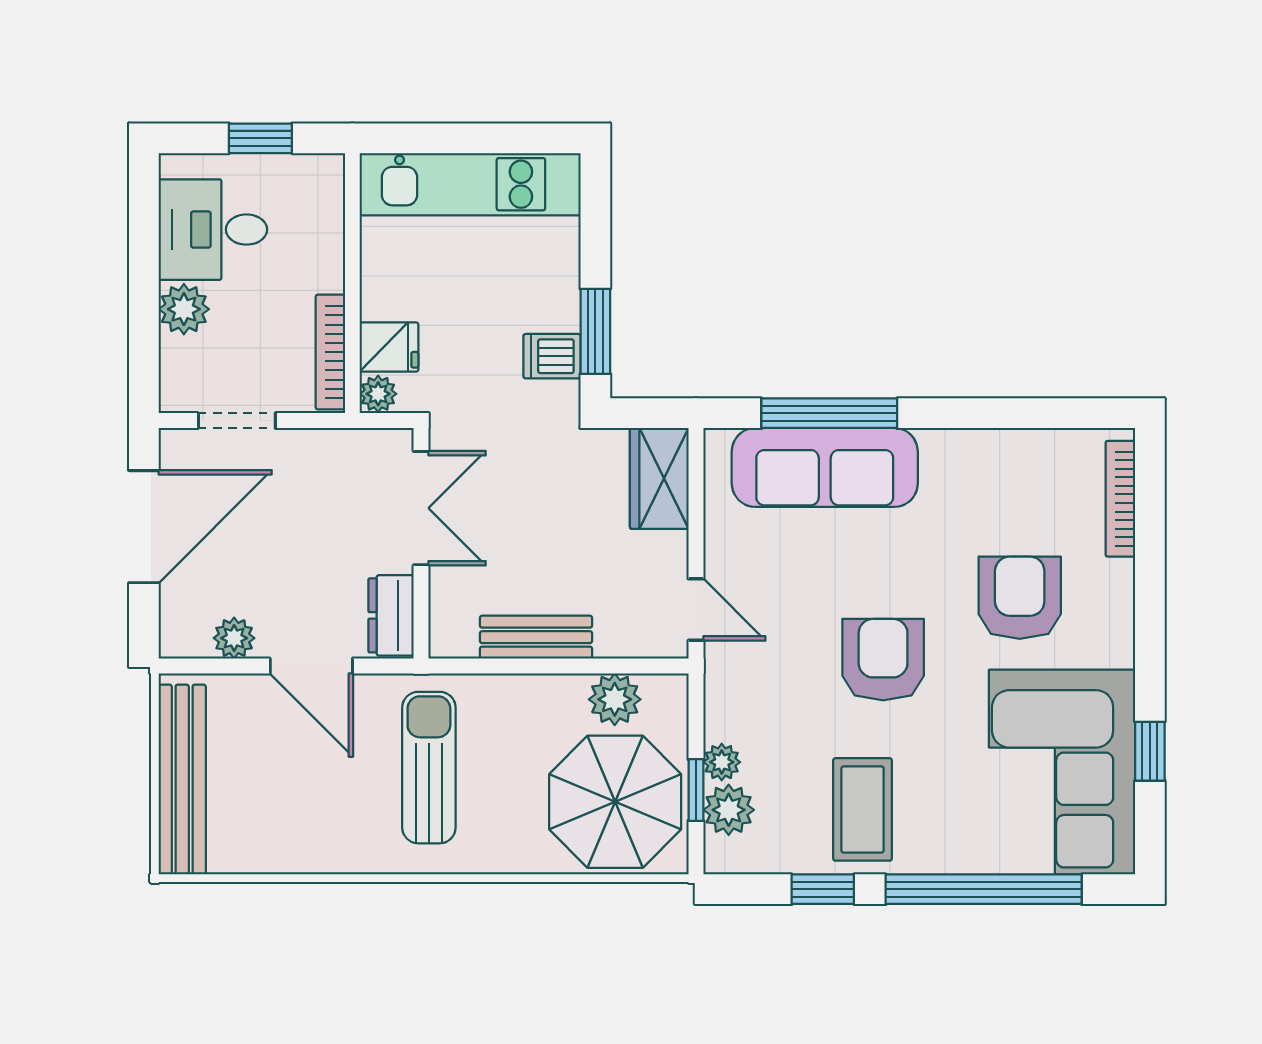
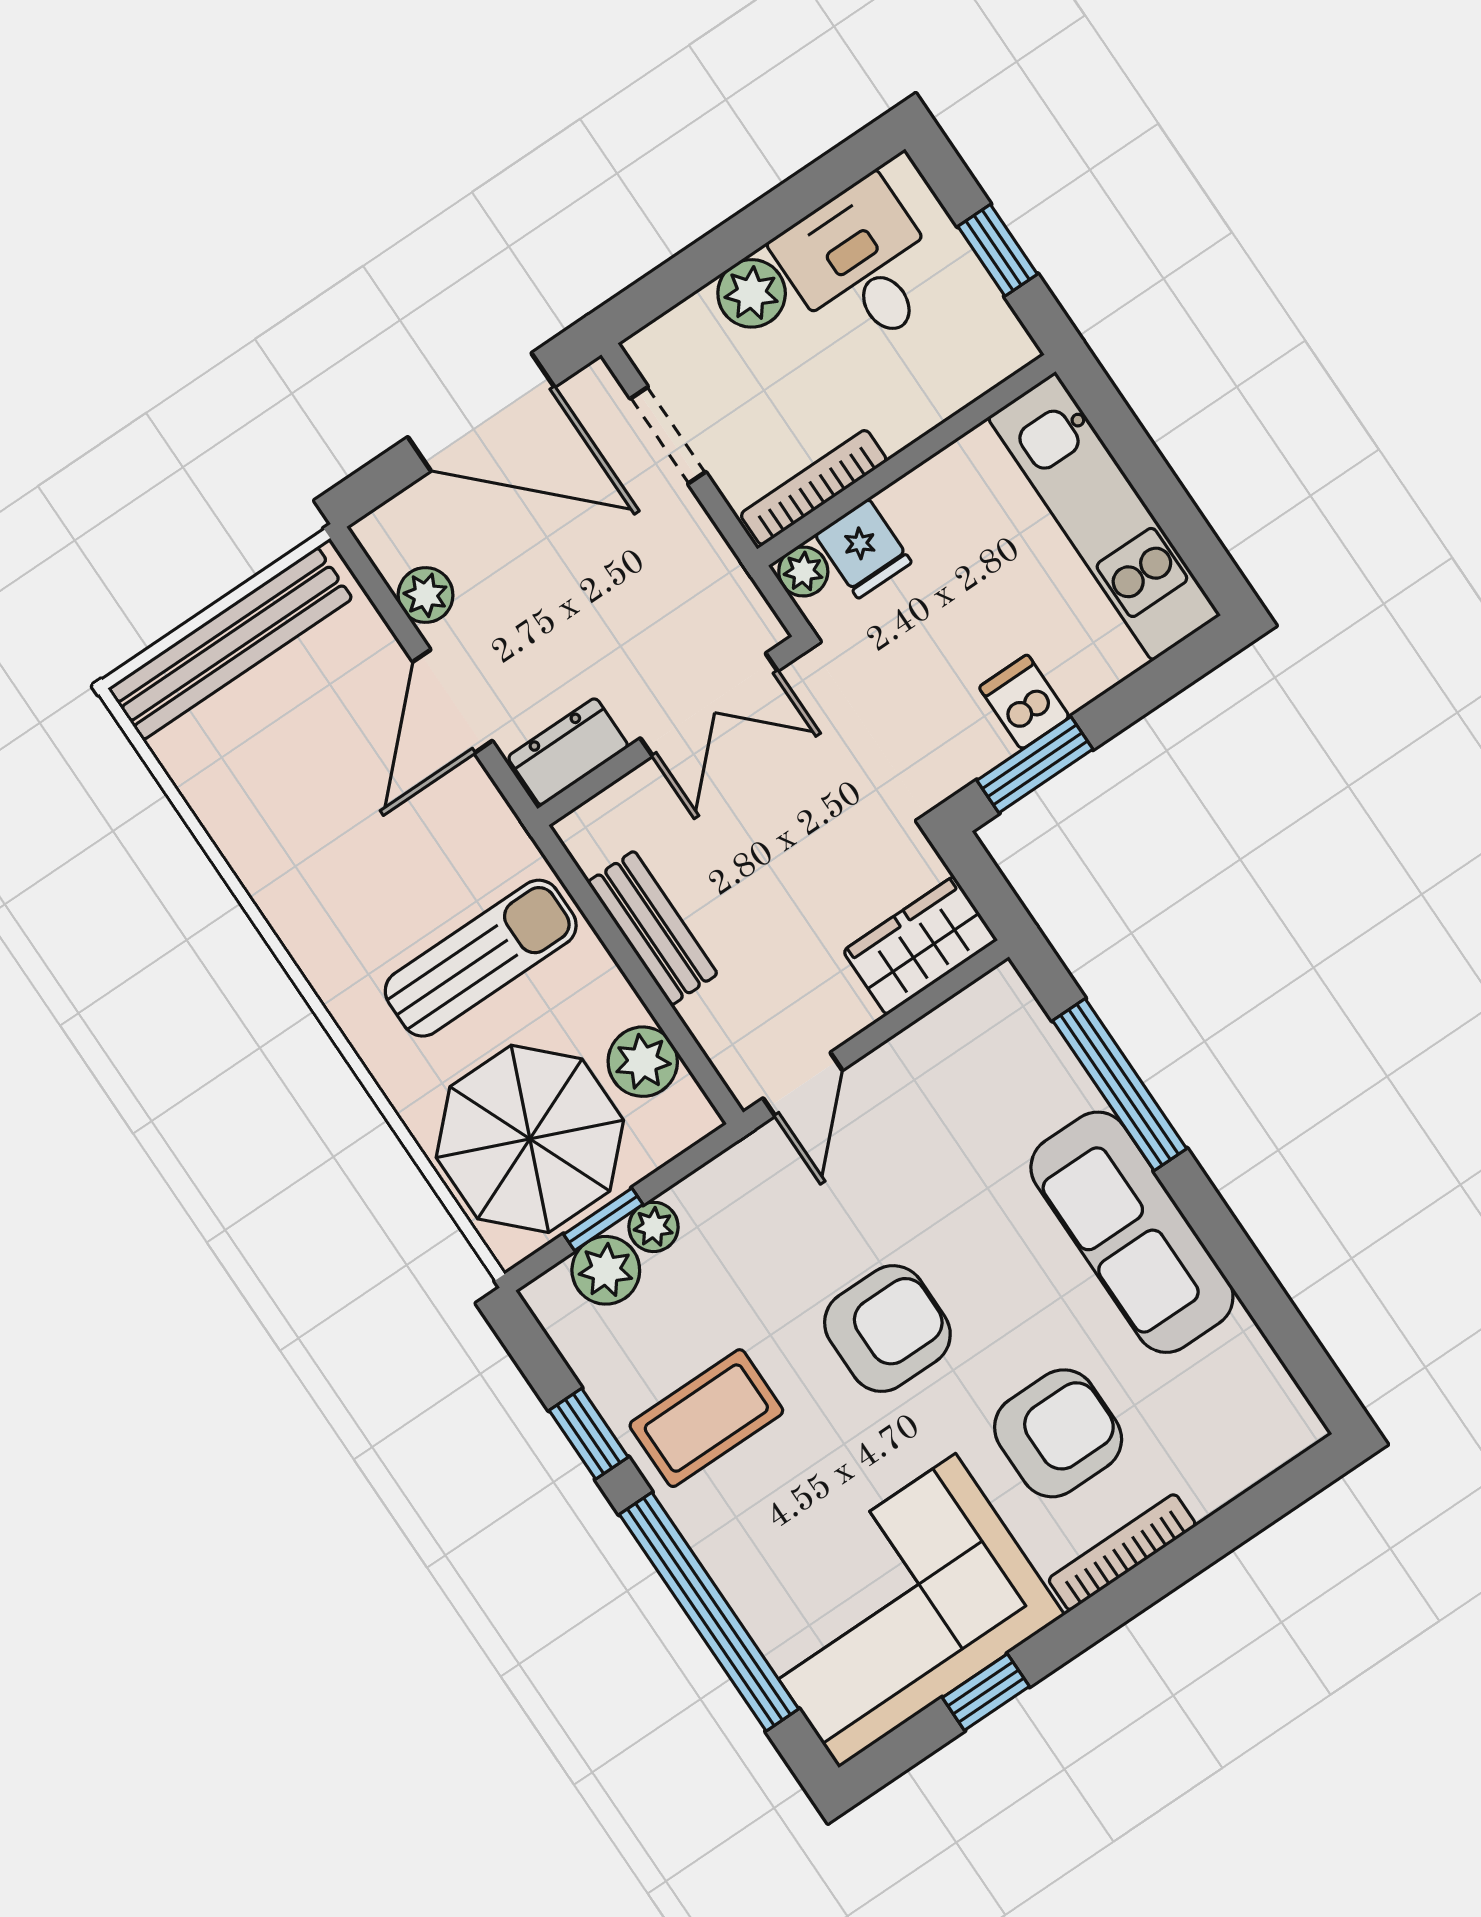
dishwasher: (552, 356) -> (1024, 702), moved
sofa: (825, 467) -> (1132, 1232), moved
bookcase: (1120, 499) -> (1122, 1552), moved
sun lounger: (429, 768) -> (481, 958), moved

